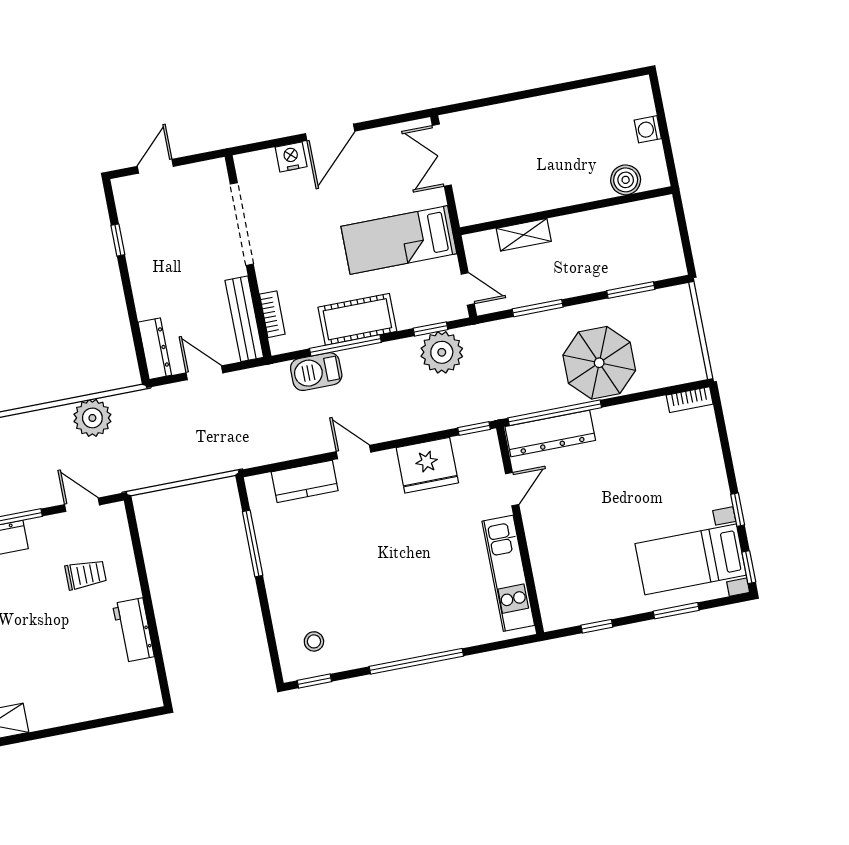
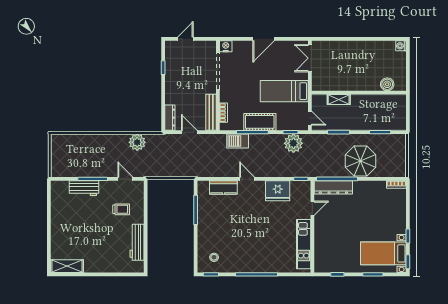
washing machine: (648, 129) -> (401, 46), moved
nightstand: (291, 157) -> (226, 46), moved
workbench: (133, 630) -> (137, 242), width x1.37

